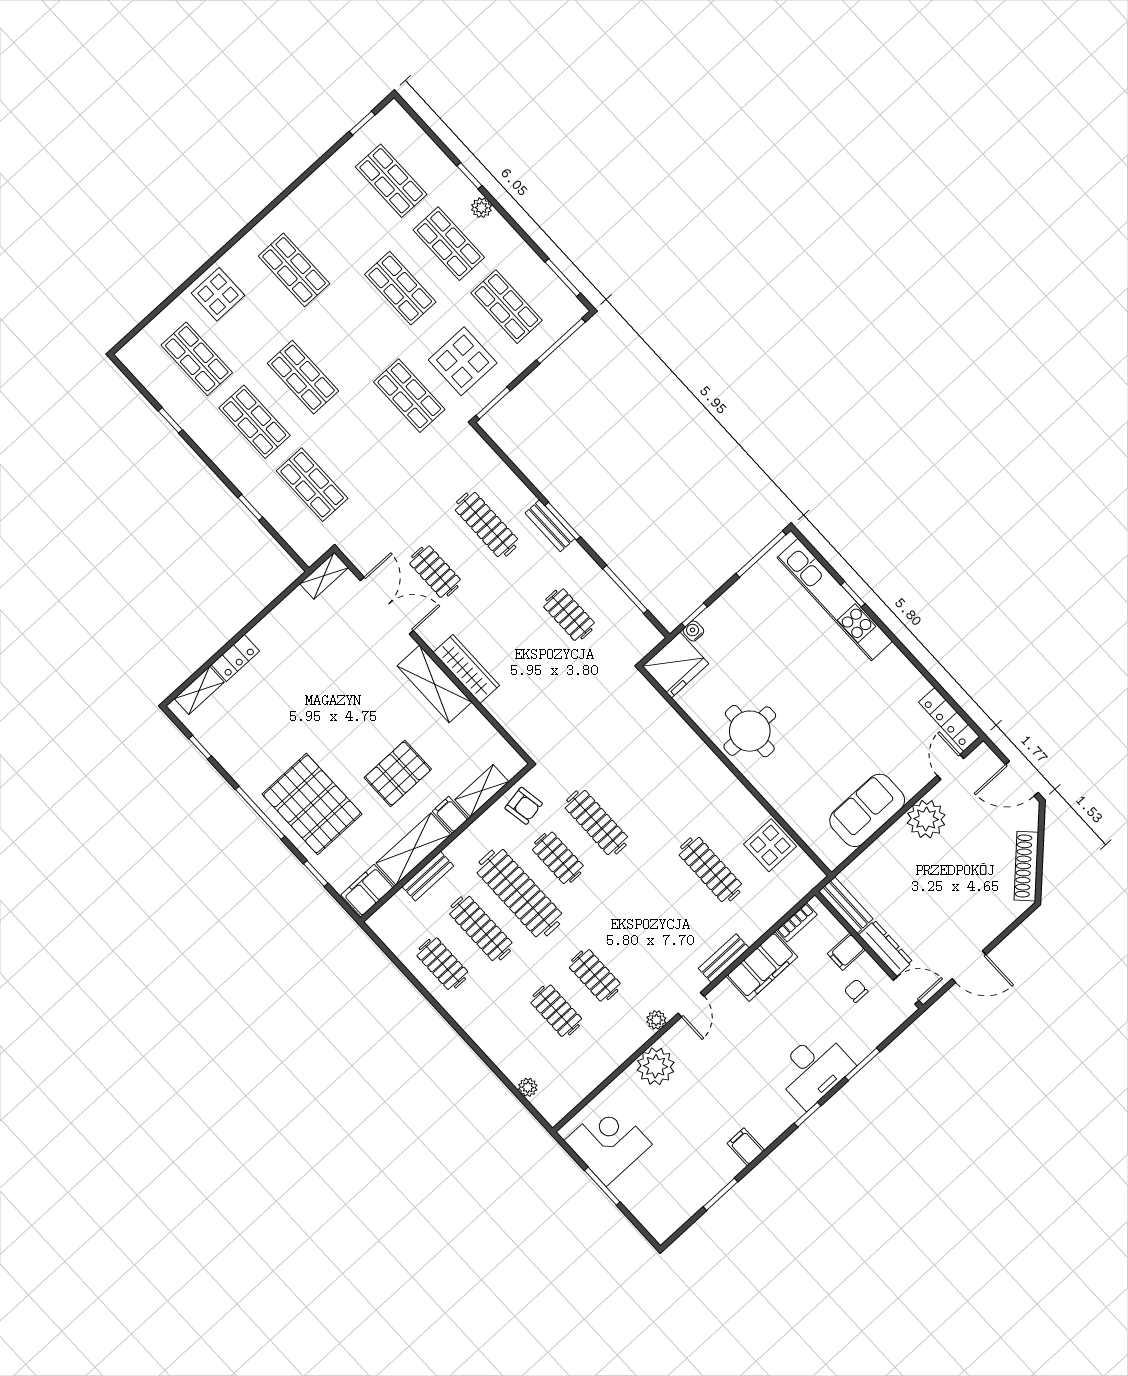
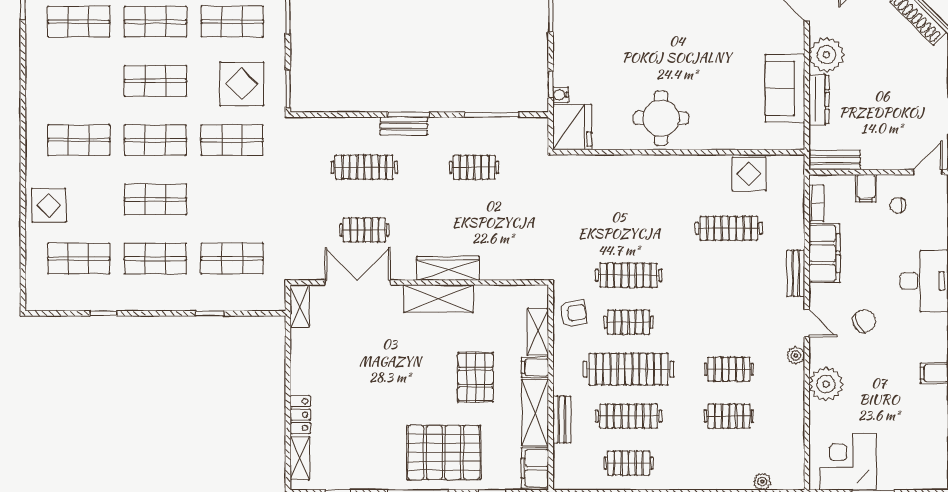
shop shelf: (352, 333) -> (155, 140), added
dresser: (886, 948) -> (819, 99), moved, turned 90
chair: (736, 1050) -> (864, 321), added

